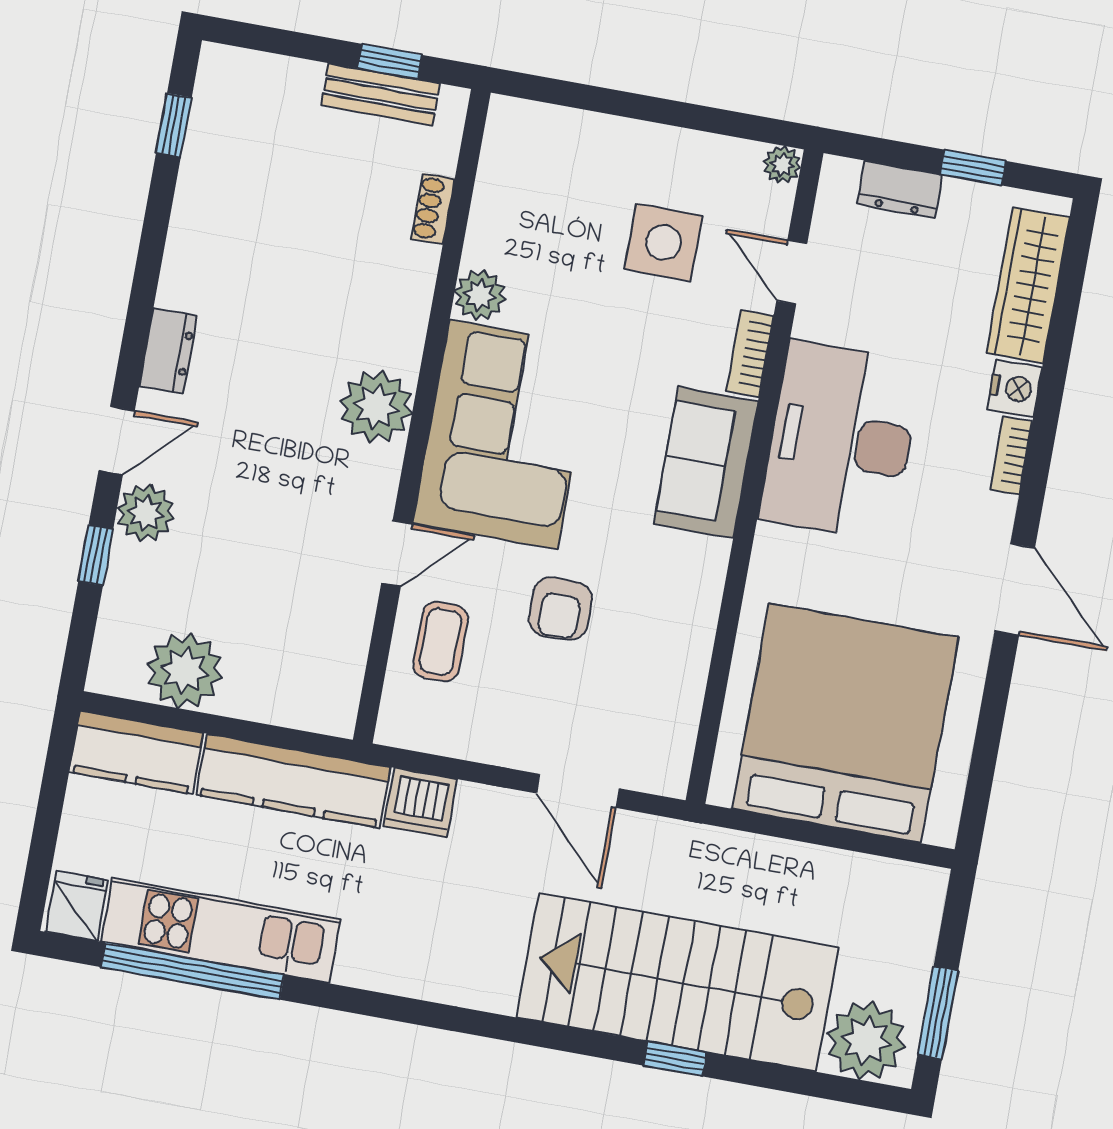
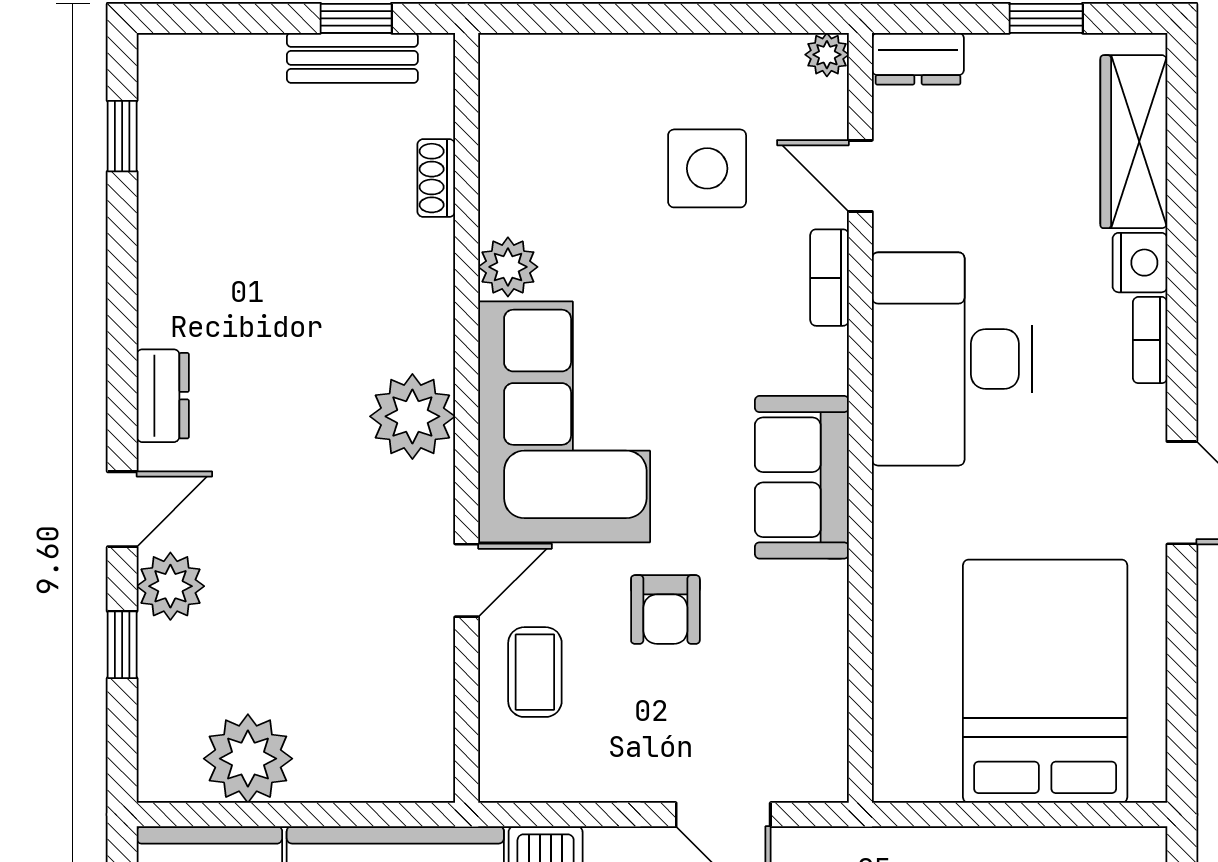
dresser: (900, 189) -> (918, 59), moved
sofa: (706, 463) -> (802, 477), moved
bed: (845, 723) -> (1045, 681), width x0.73

